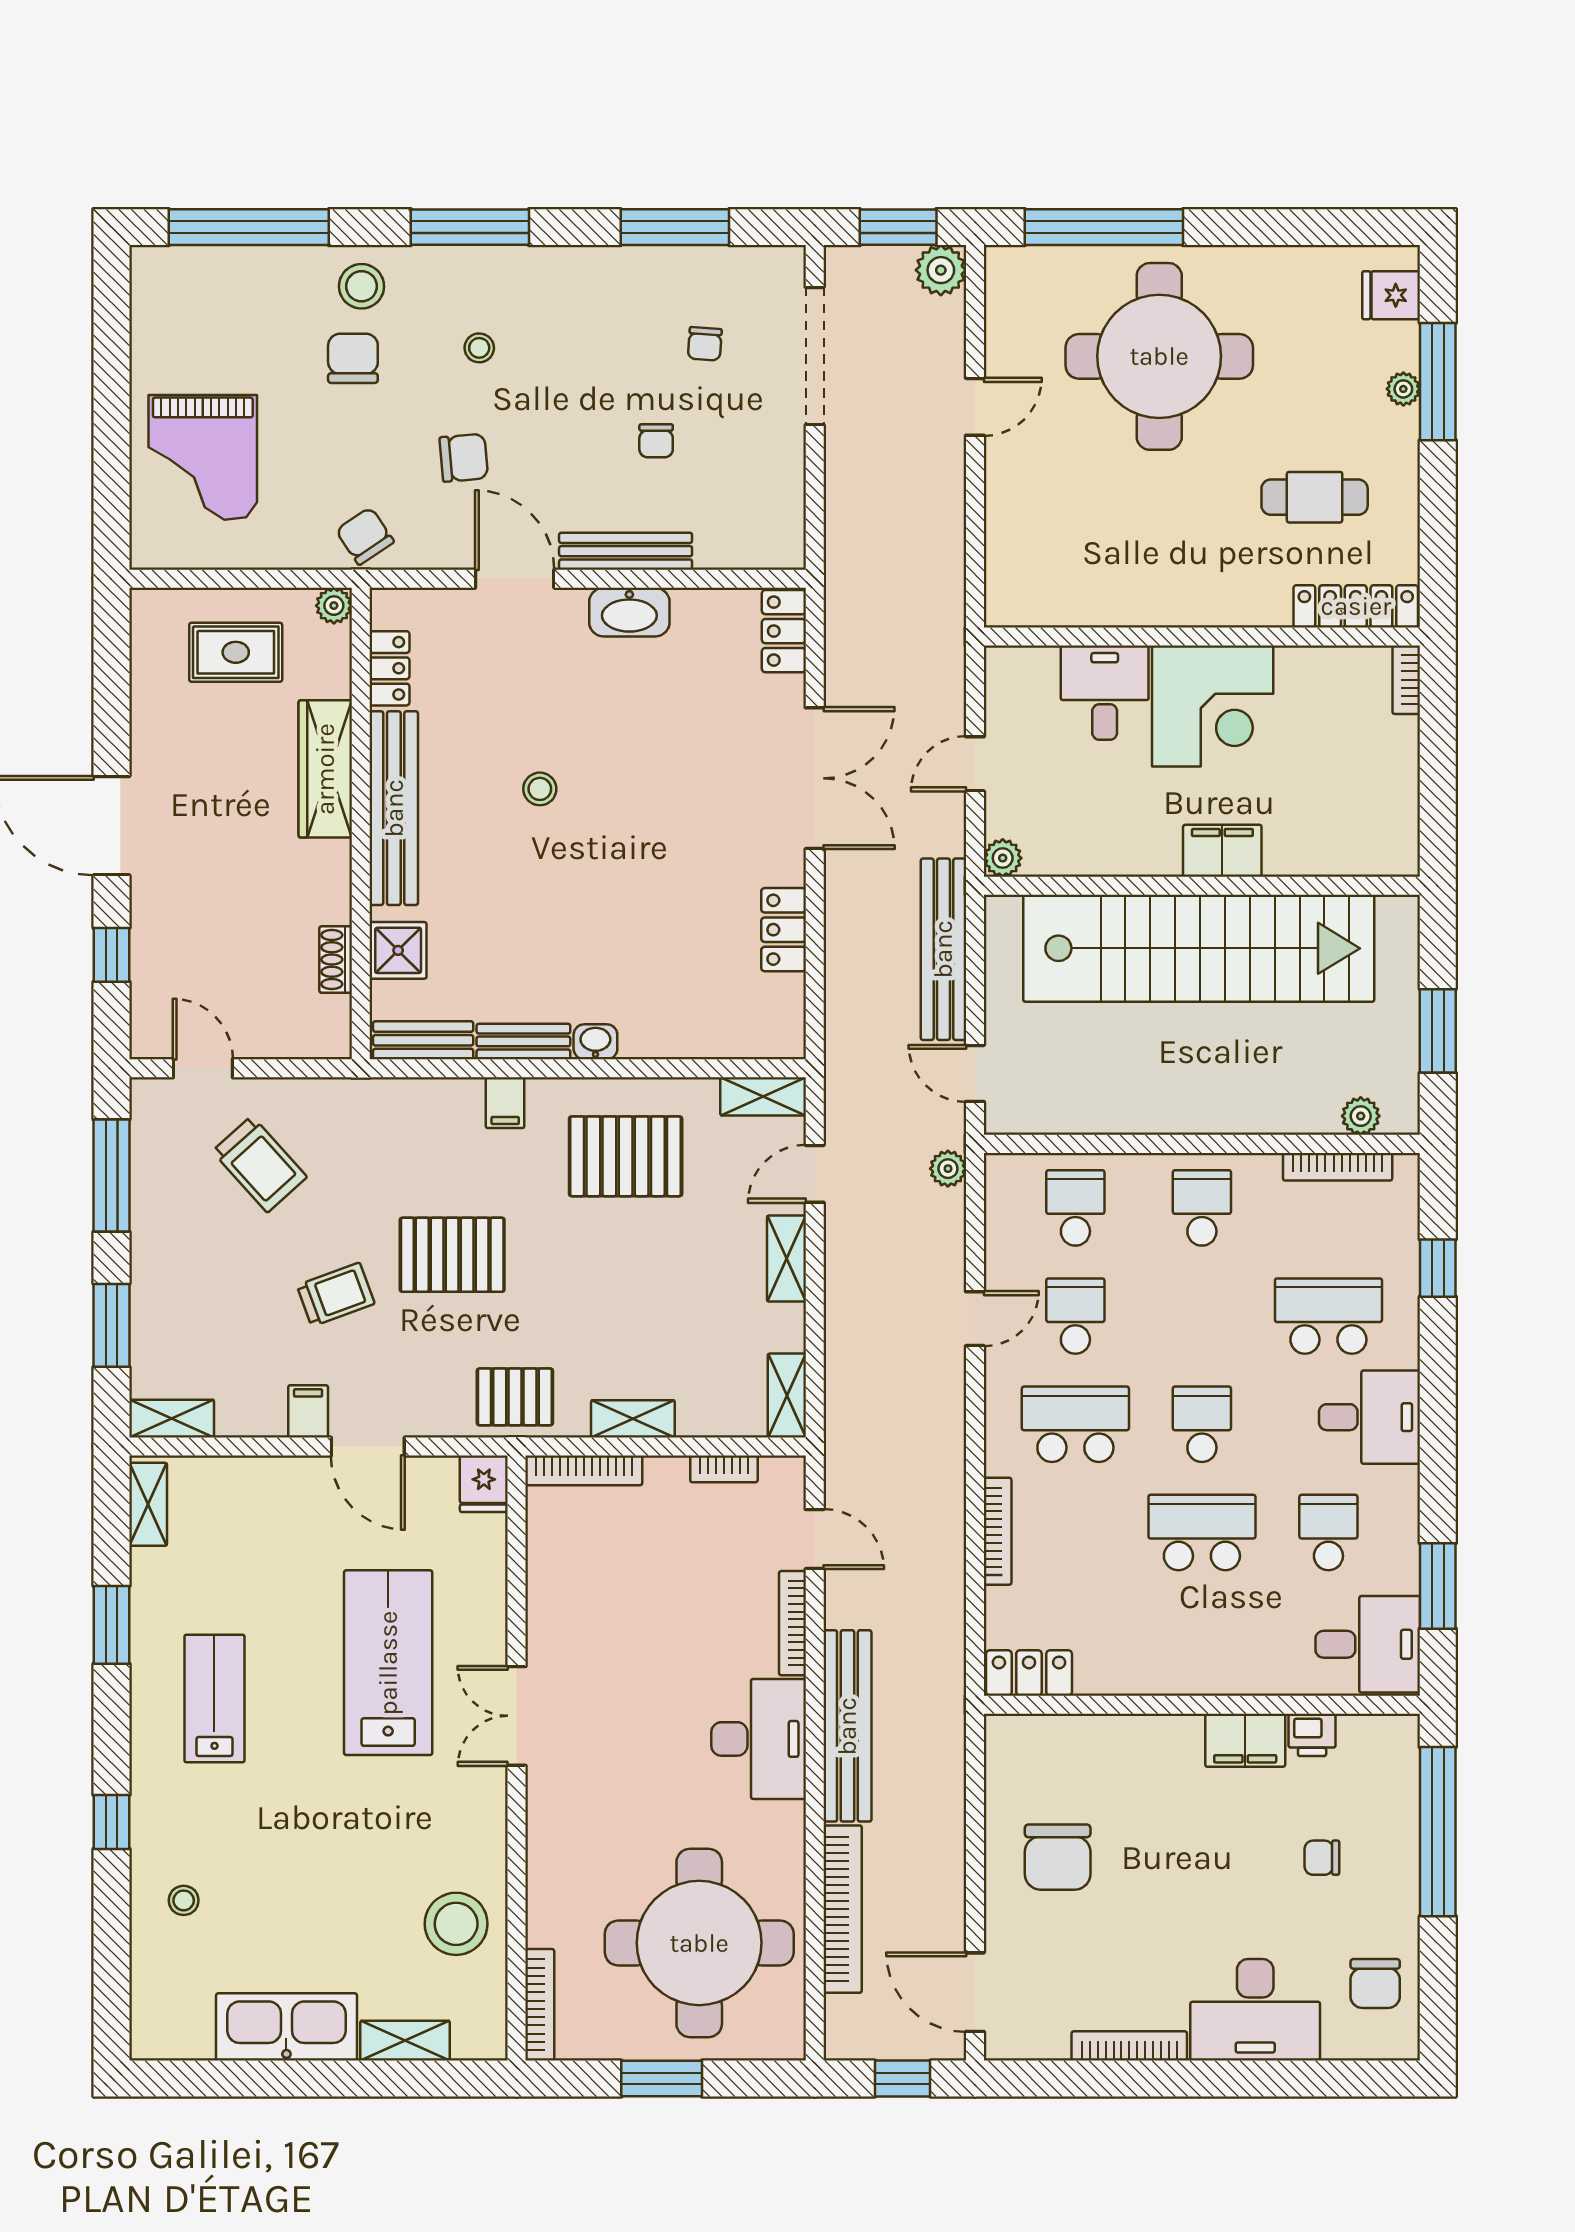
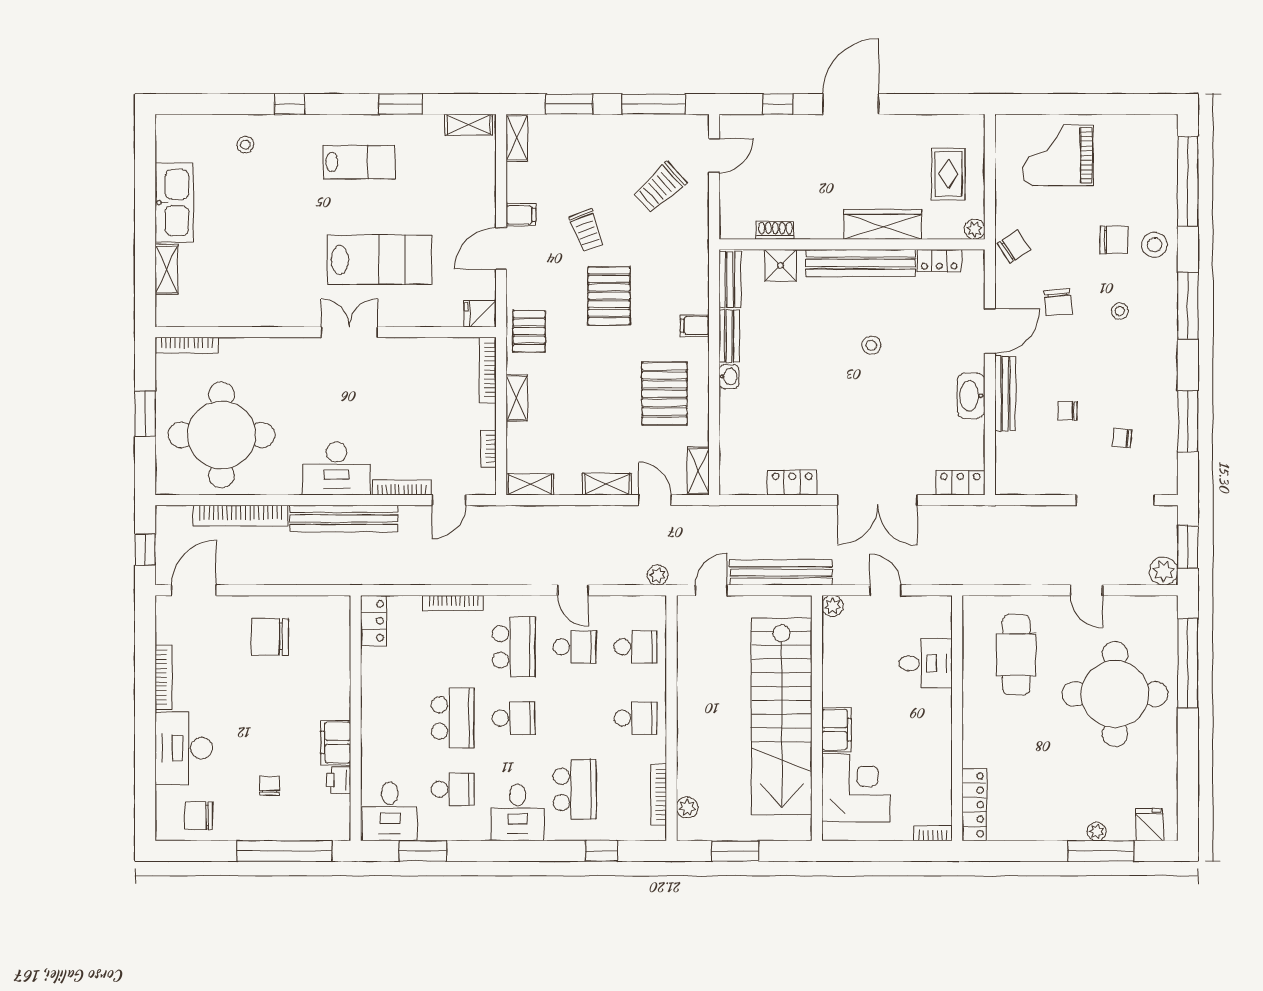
cafe table: (1315, 497) -> (1016, 655), moved, width x1.37, depth x1.35
corner desk: (1213, 706) -> (856, 788), moved, turned 180
stool: (456, 1924) -> (232, 298), removed

